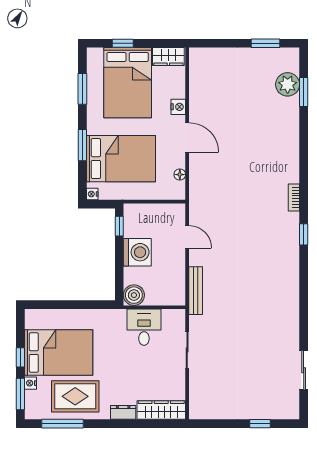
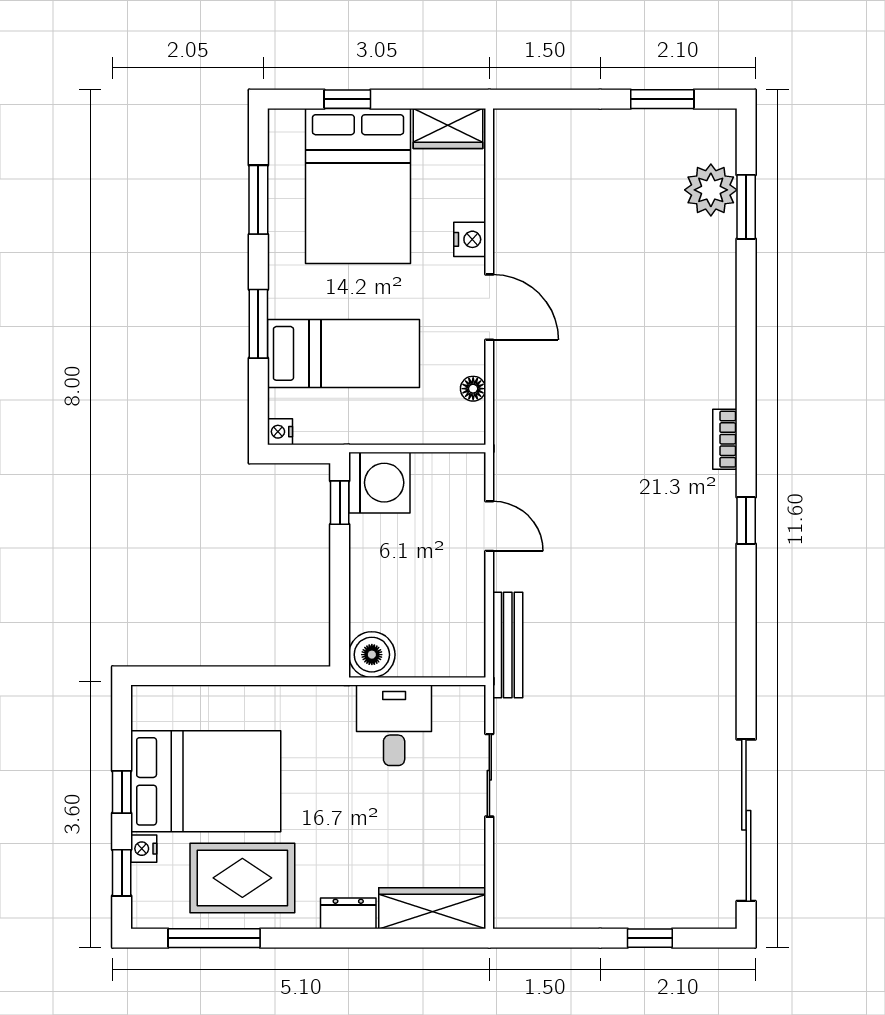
bed: (121, 159) -> (343, 353), width x0.67
washing machine: (137, 252) -> (379, 483), moved
sliding door: (304, 370) -> (746, 820), width x1.86
window: (20, 394) -> (122, 873), width x0.67

